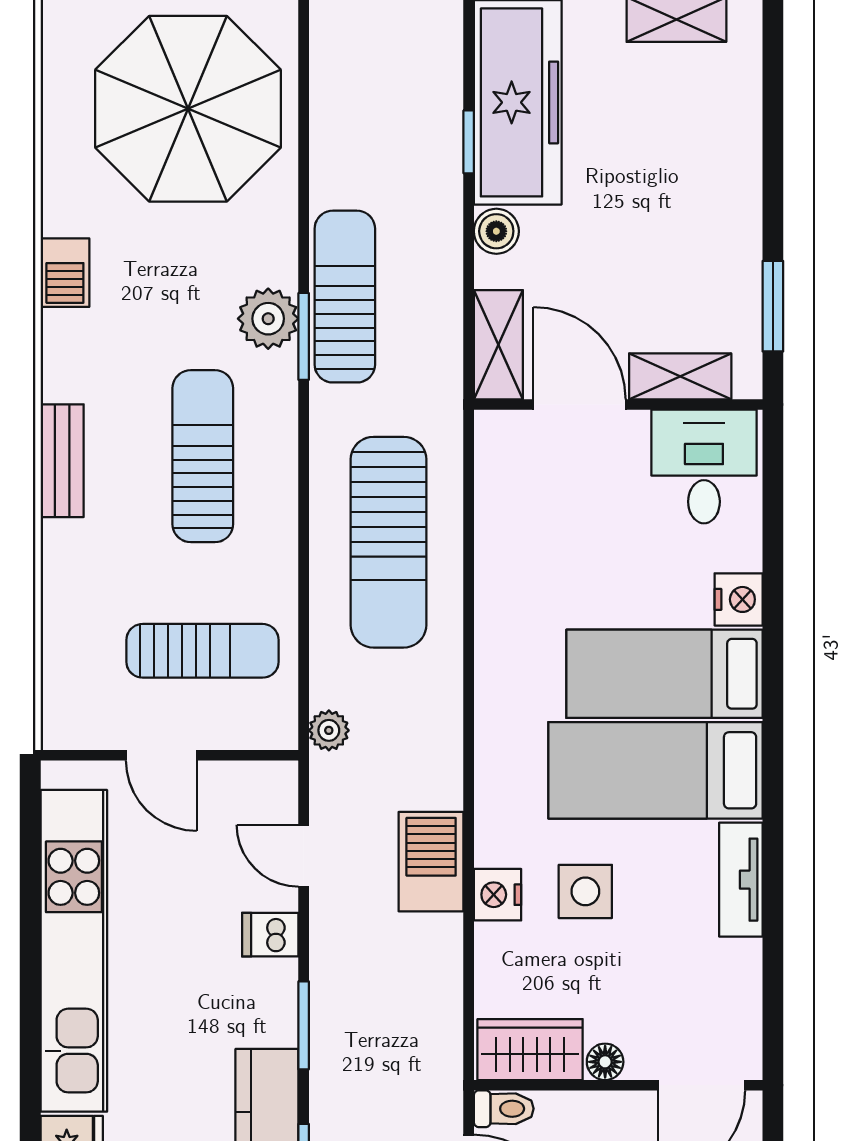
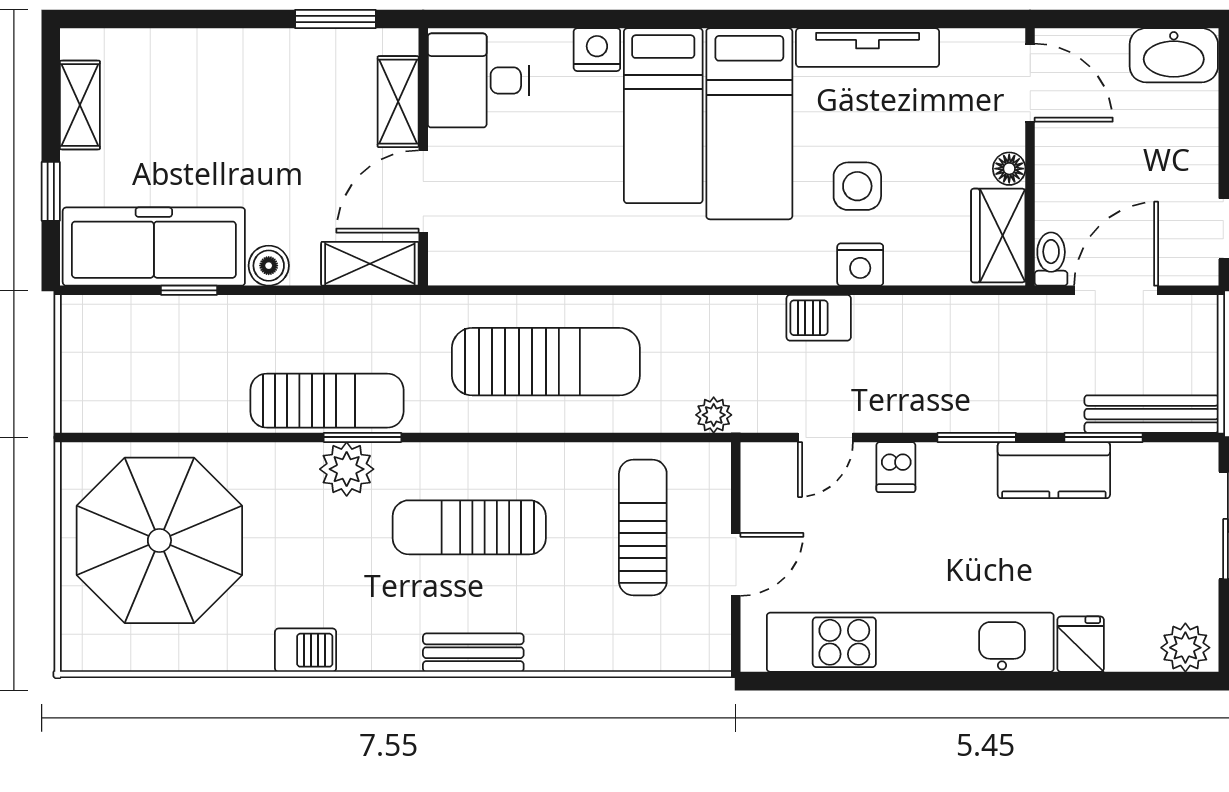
sun lounger: (345, 297) -> (327, 401), turned 180
barbecue: (431, 862) -> (819, 318), width x0.73, depth x0.79
tv unit: (741, 880) -> (868, 48), width x1.41

